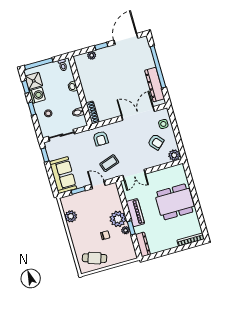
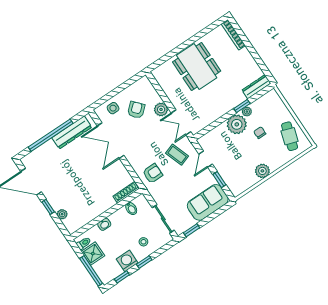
shower: (34, 81) -> (93, 254), moved
plant: (174, 155) -> (161, 109), moved
double door: (134, 175) -> (181, 122), swing flipped
piano: (135, 213) -> (223, 107), removed
plant: (71, 216) -> (262, 171), moved

